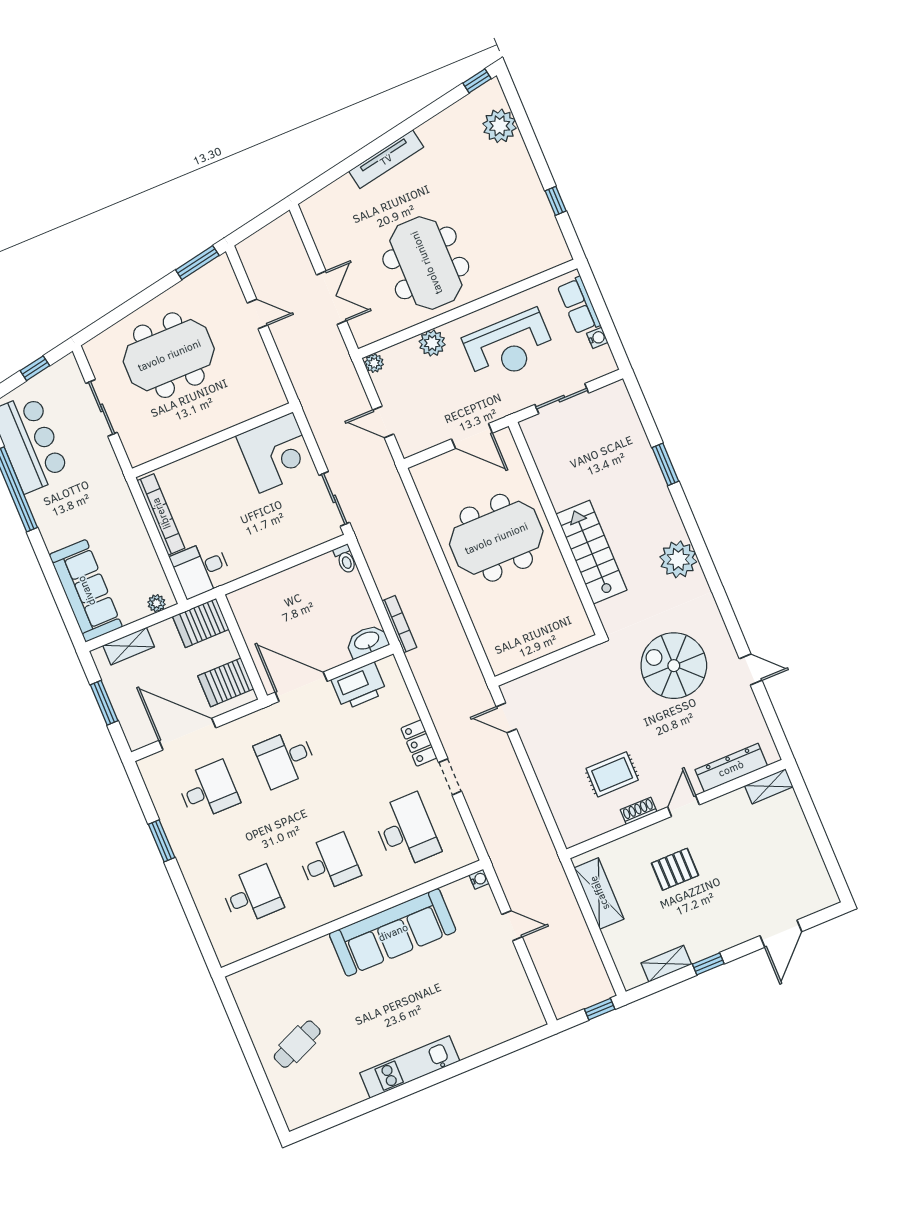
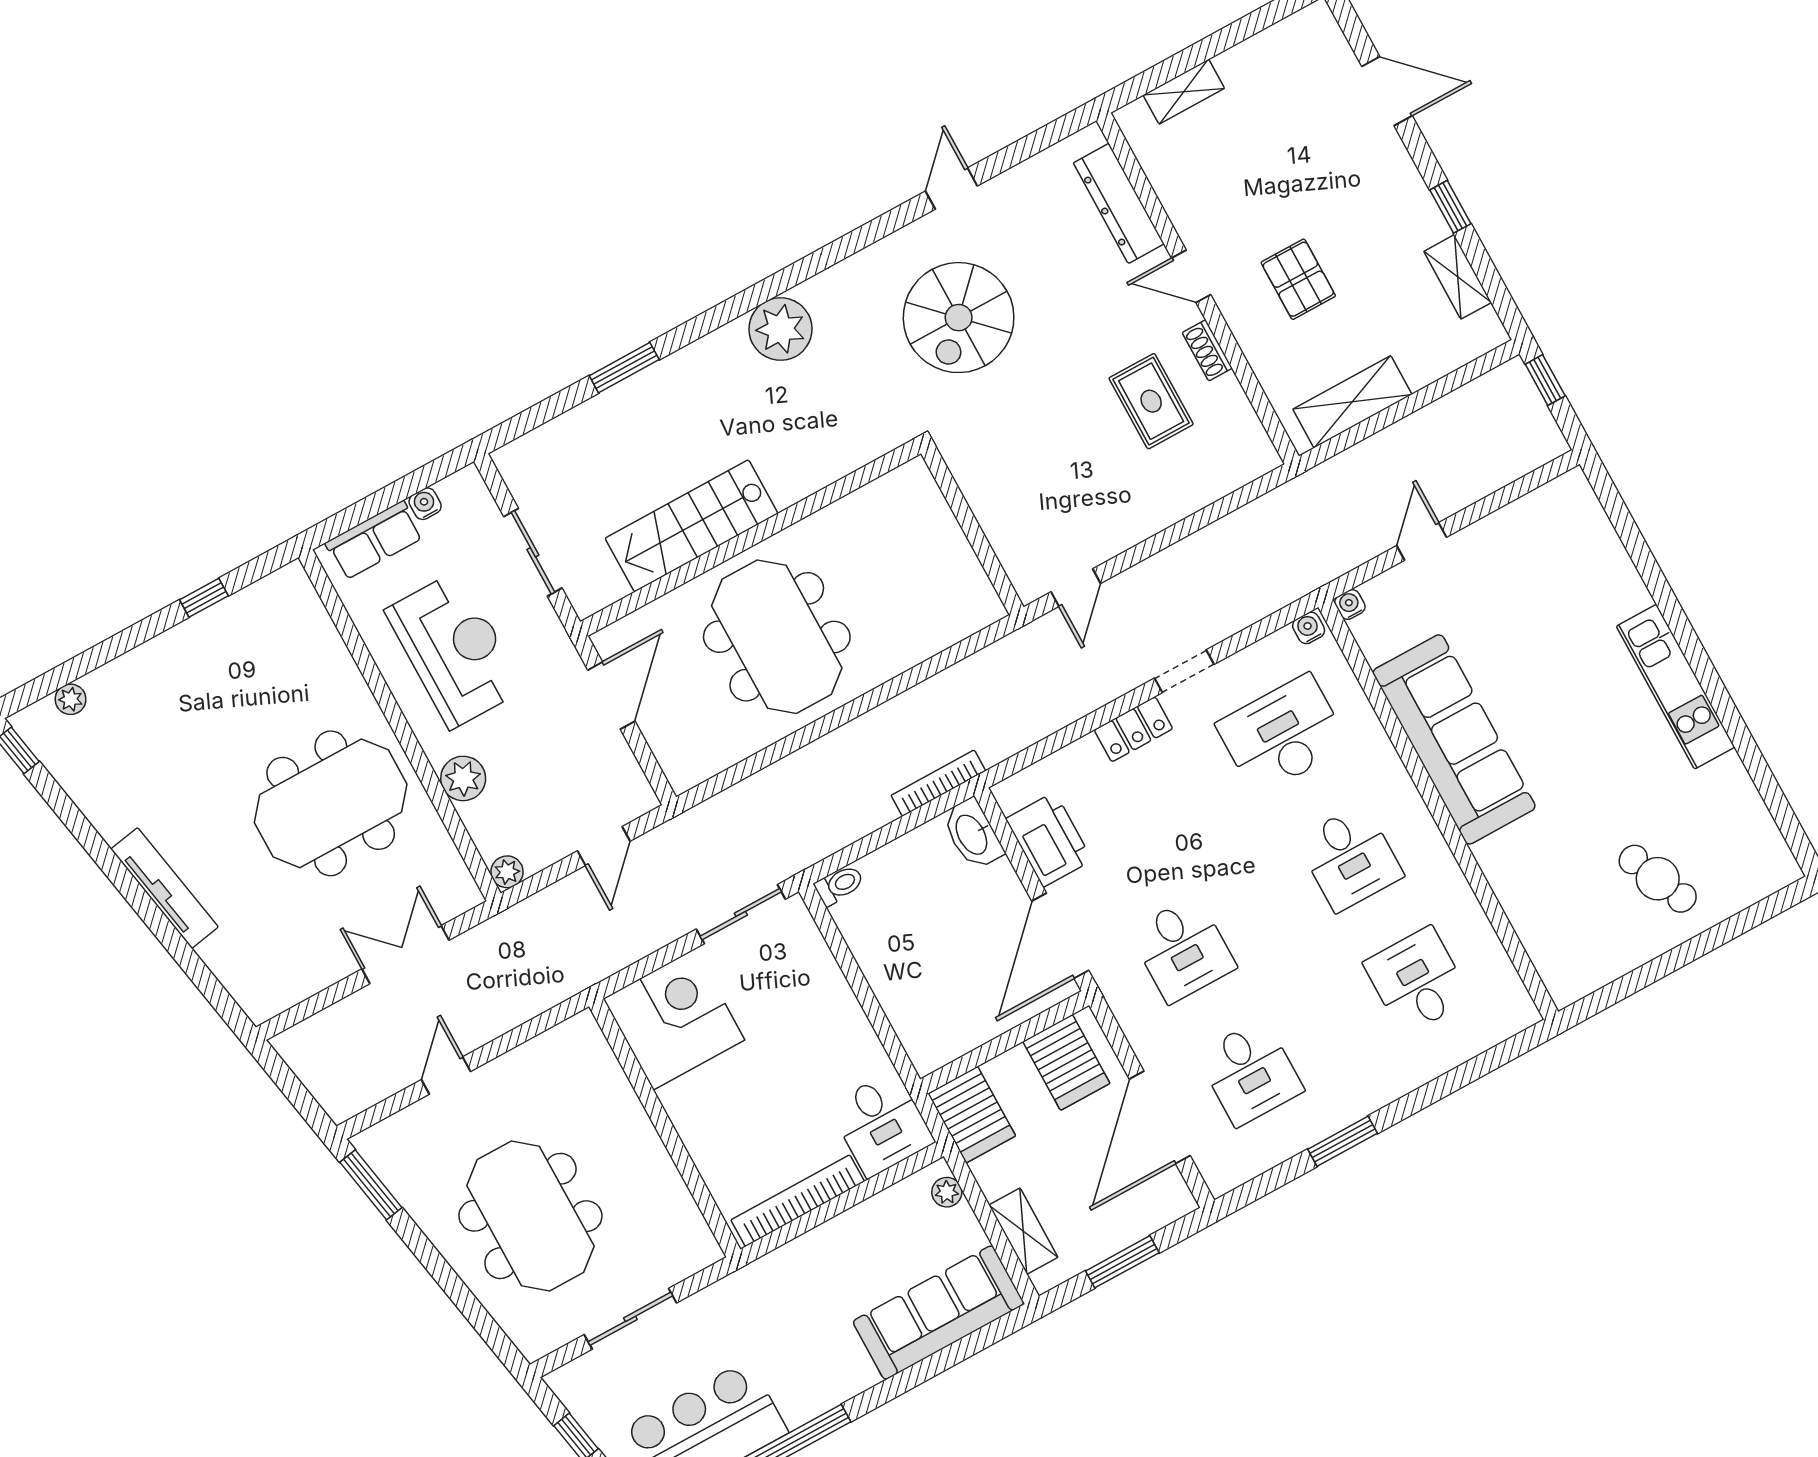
plant: (500, 126) -> (71, 699), width x0.53, depth x0.53
stairs: (591, 552) -> (692, 526), moved
shelving: (769, 786) -> (1184, 92), moved, turned 90
desk: (208, 790) -> (1250, 1072), turned 180
water cooler: (468, 853) -> (1309, 628), added
desk: (329, 863) -> (1350, 858), turned 180

